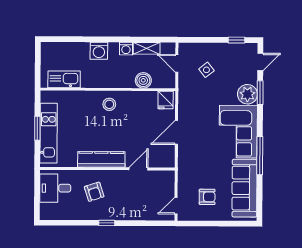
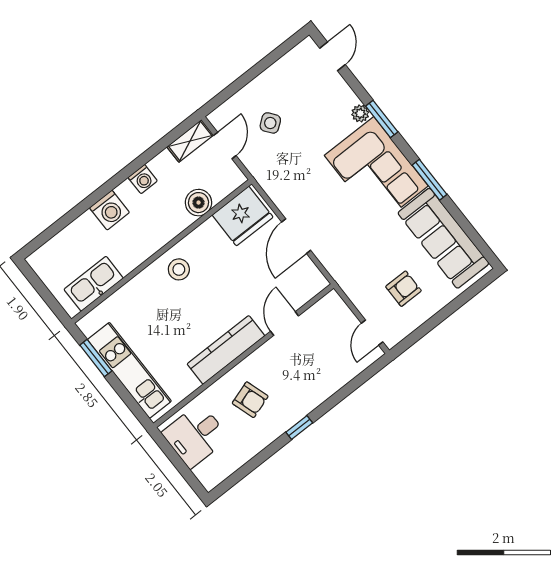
window: (237, 40) -> (279, 53), removed
shelving: (147, 48) -> (190, 141), moved
door: (177, 64) -> (225, 146), swing flipped
window: (260, 93) -> (382, 119), moved
plant: (247, 94) -> (360, 113), width x0.53, depth x0.53
fridge: (166, 100) -> (243, 216), width x1.88, depth x1.34
window: (37, 128) -> (96, 358), moved
window: (260, 156) -> (430, 180), width x0.69

